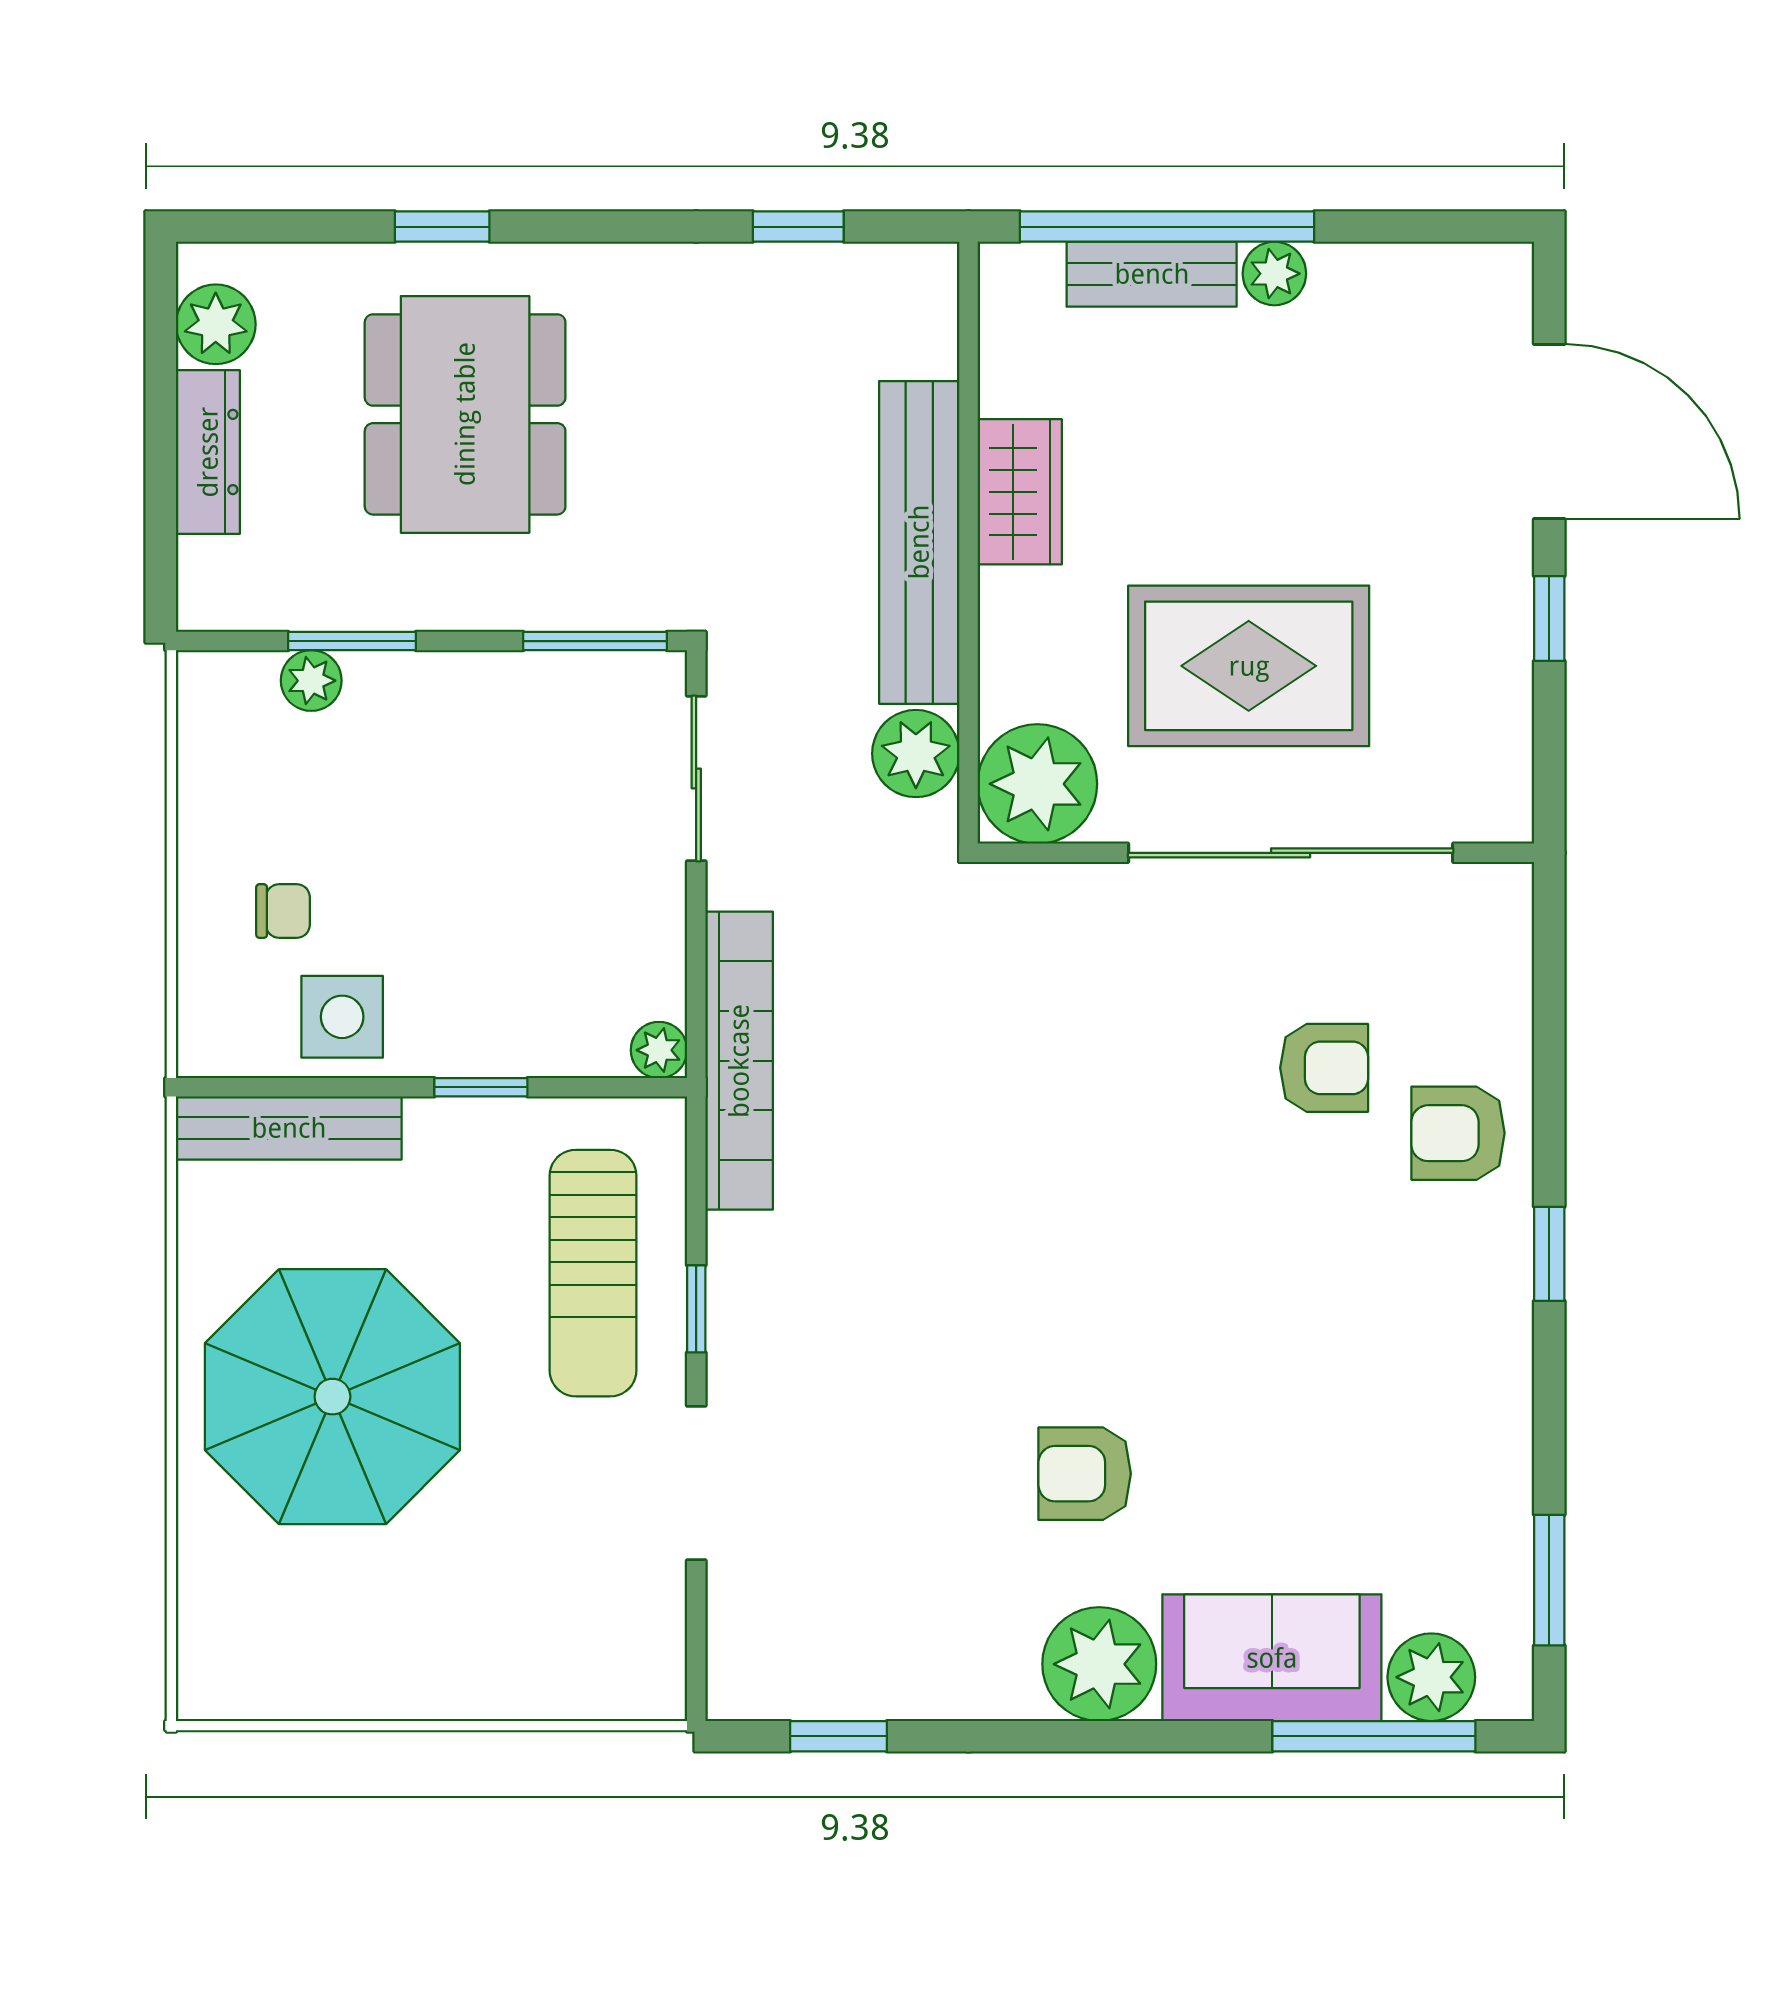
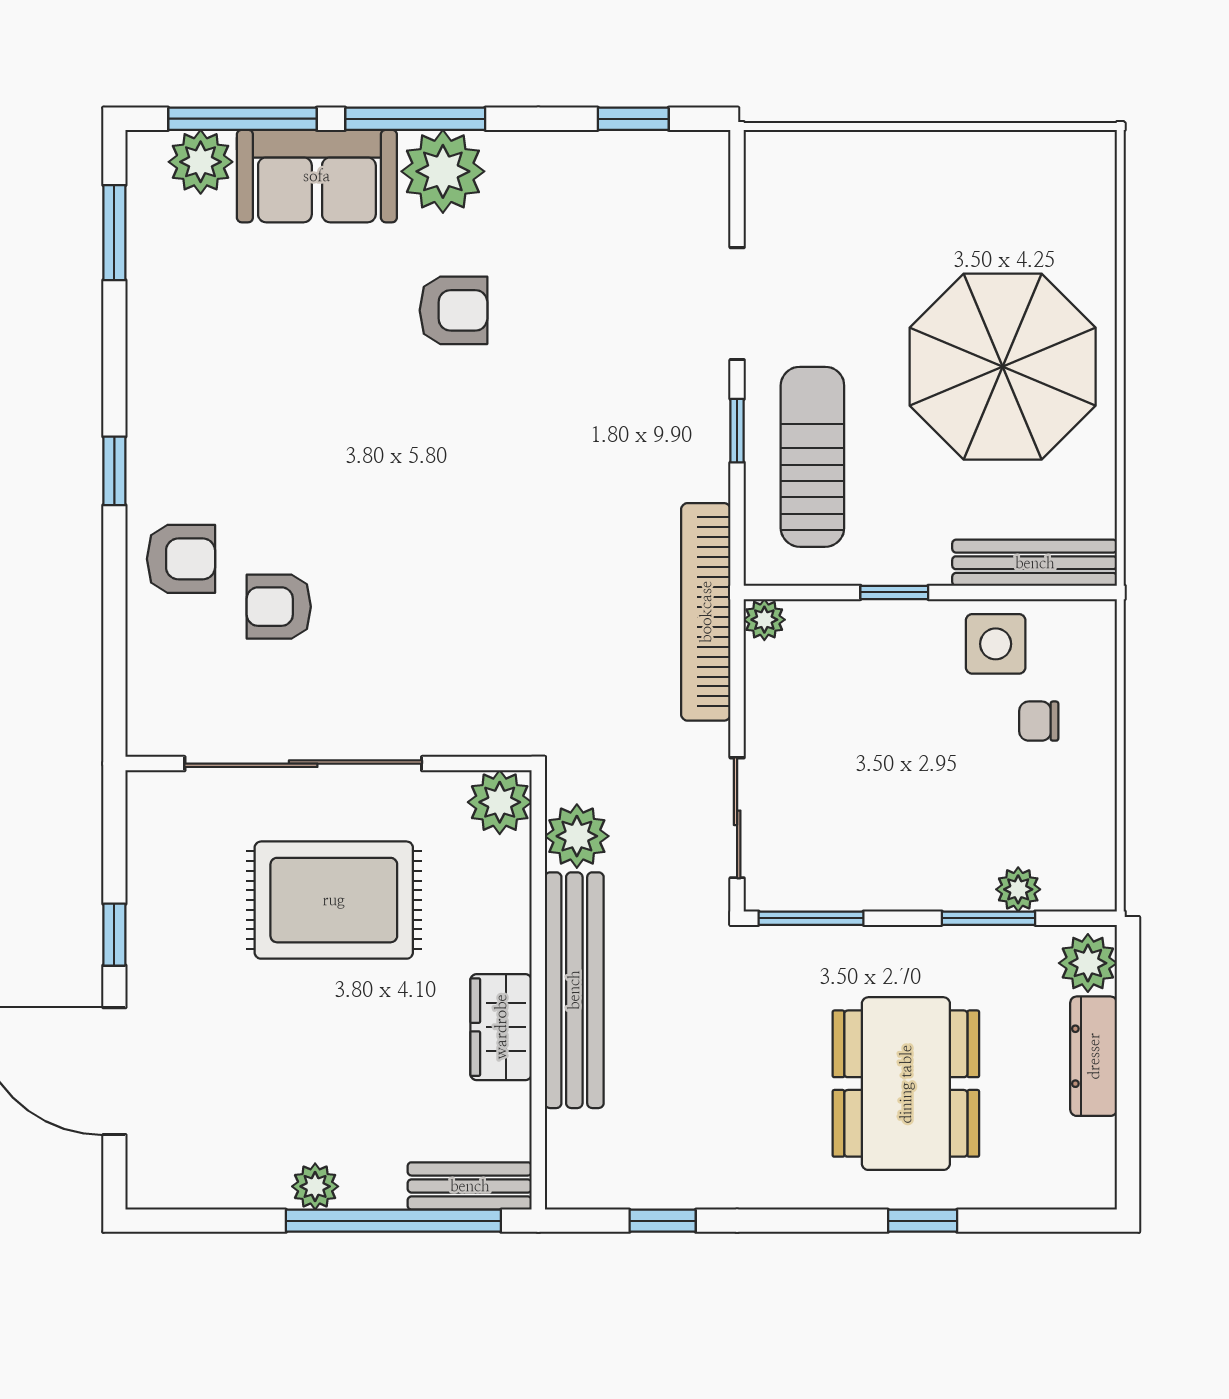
bench: (1152, 274) -> (470, 1186), moved
plant: (216, 324) -> (1088, 963), moved
plant: (1037, 784) -> (500, 802), width x0.73, depth x0.73
window: (1137, 1736) -> (415, 119), added

